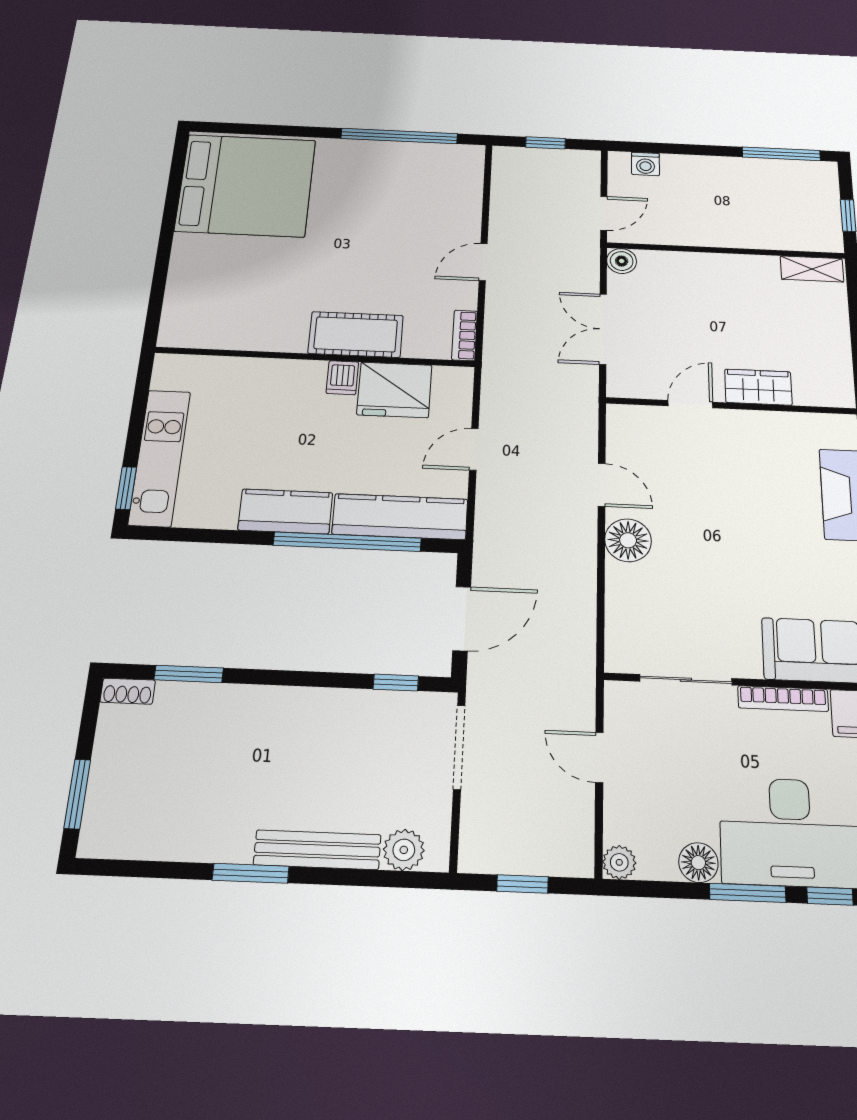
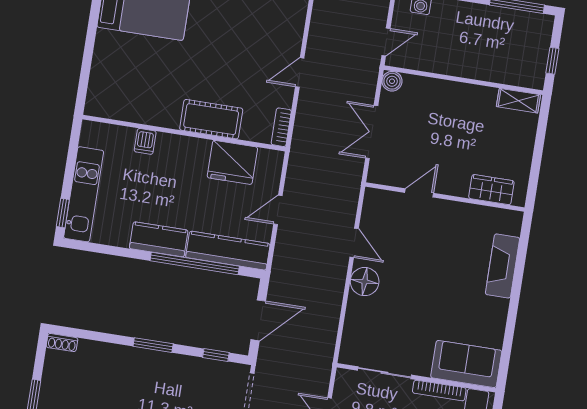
dishwasher: (342, 378) -> (145, 141), moved
wardrobe: (758, 387) -> (491, 190), moved
window: (189, 674) -> (153, 345), moved

